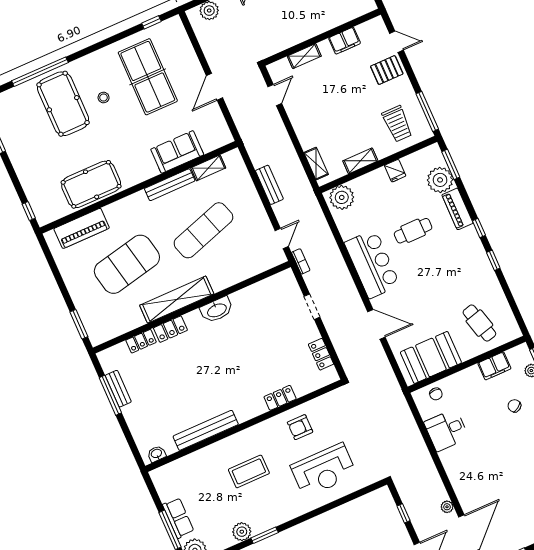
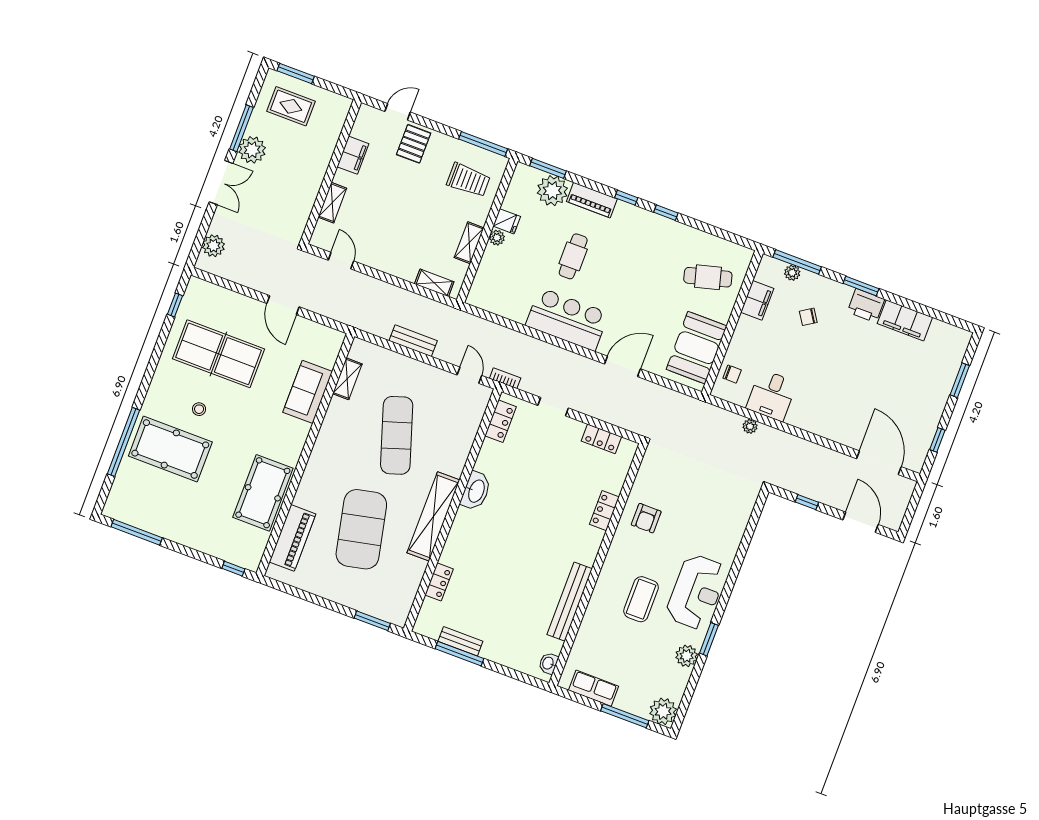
bench: (170, 185) -> (329, 426), removed
plant: (342, 197) -> (497, 238), moved, width x0.53, depth x0.53
locker: (170, 329) -> (501, 421), moved
reception desk: (324, 470) -> (696, 592), moved
plant: (447, 507) -> (750, 426), moved
row of seats: (178, 518) -> (594, 688), moved

